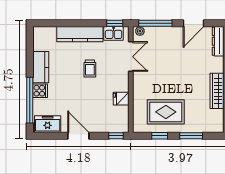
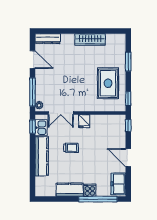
double door: (131, 57) -> (61, 113), swing flipped
fridge: (121, 99) -> (84, 121), moved
door: (78, 136) -> (128, 158), hinge flipped
window: (160, 136) -> (128, 99), moved

